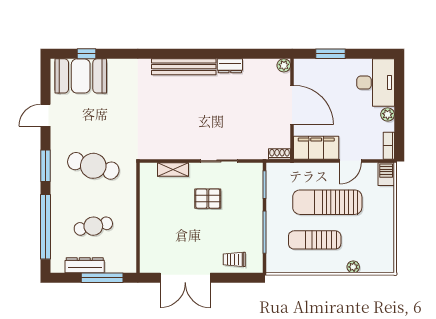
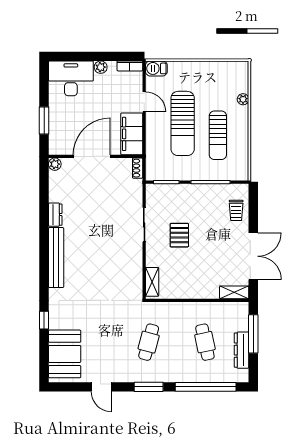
window: (87, 54) -> (44, 320), moved
cafe table: (93, 166) -> (149, 342), width x0.73, depth x0.74
shelving: (173, 170) -> (152, 282), moved
shelving: (147, 257) -> (234, 292), added

